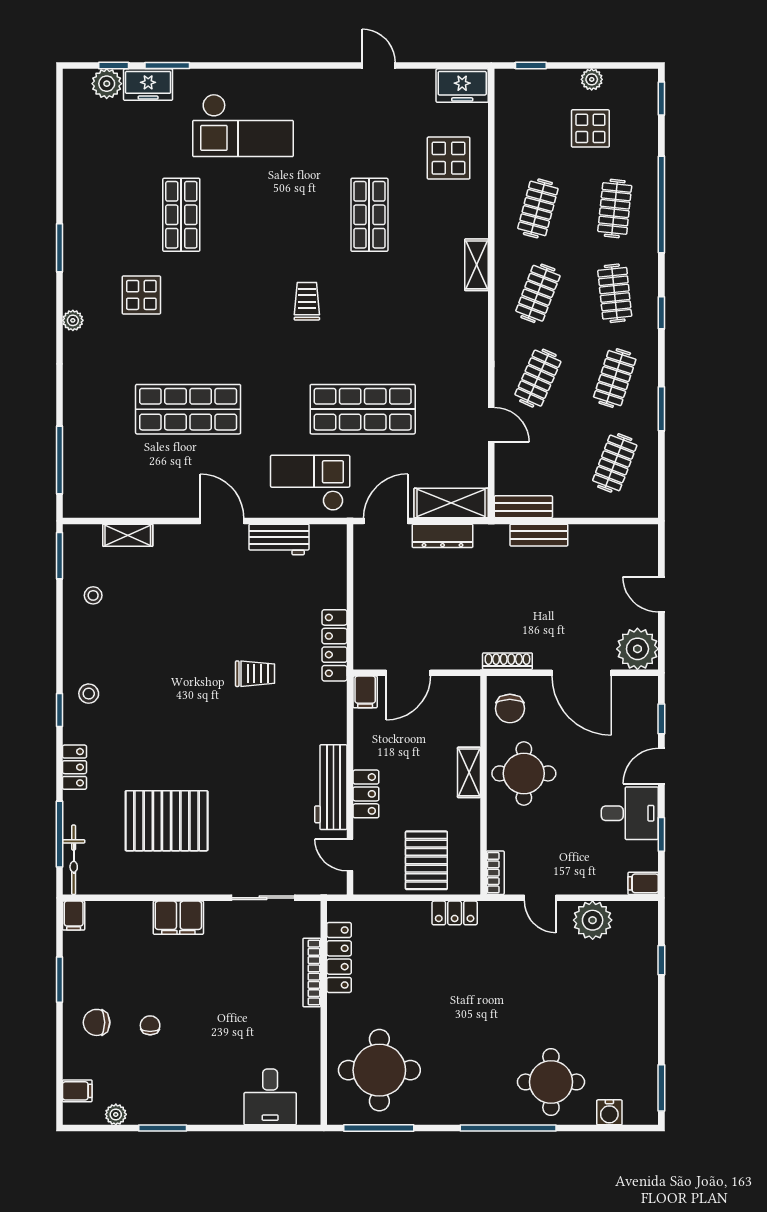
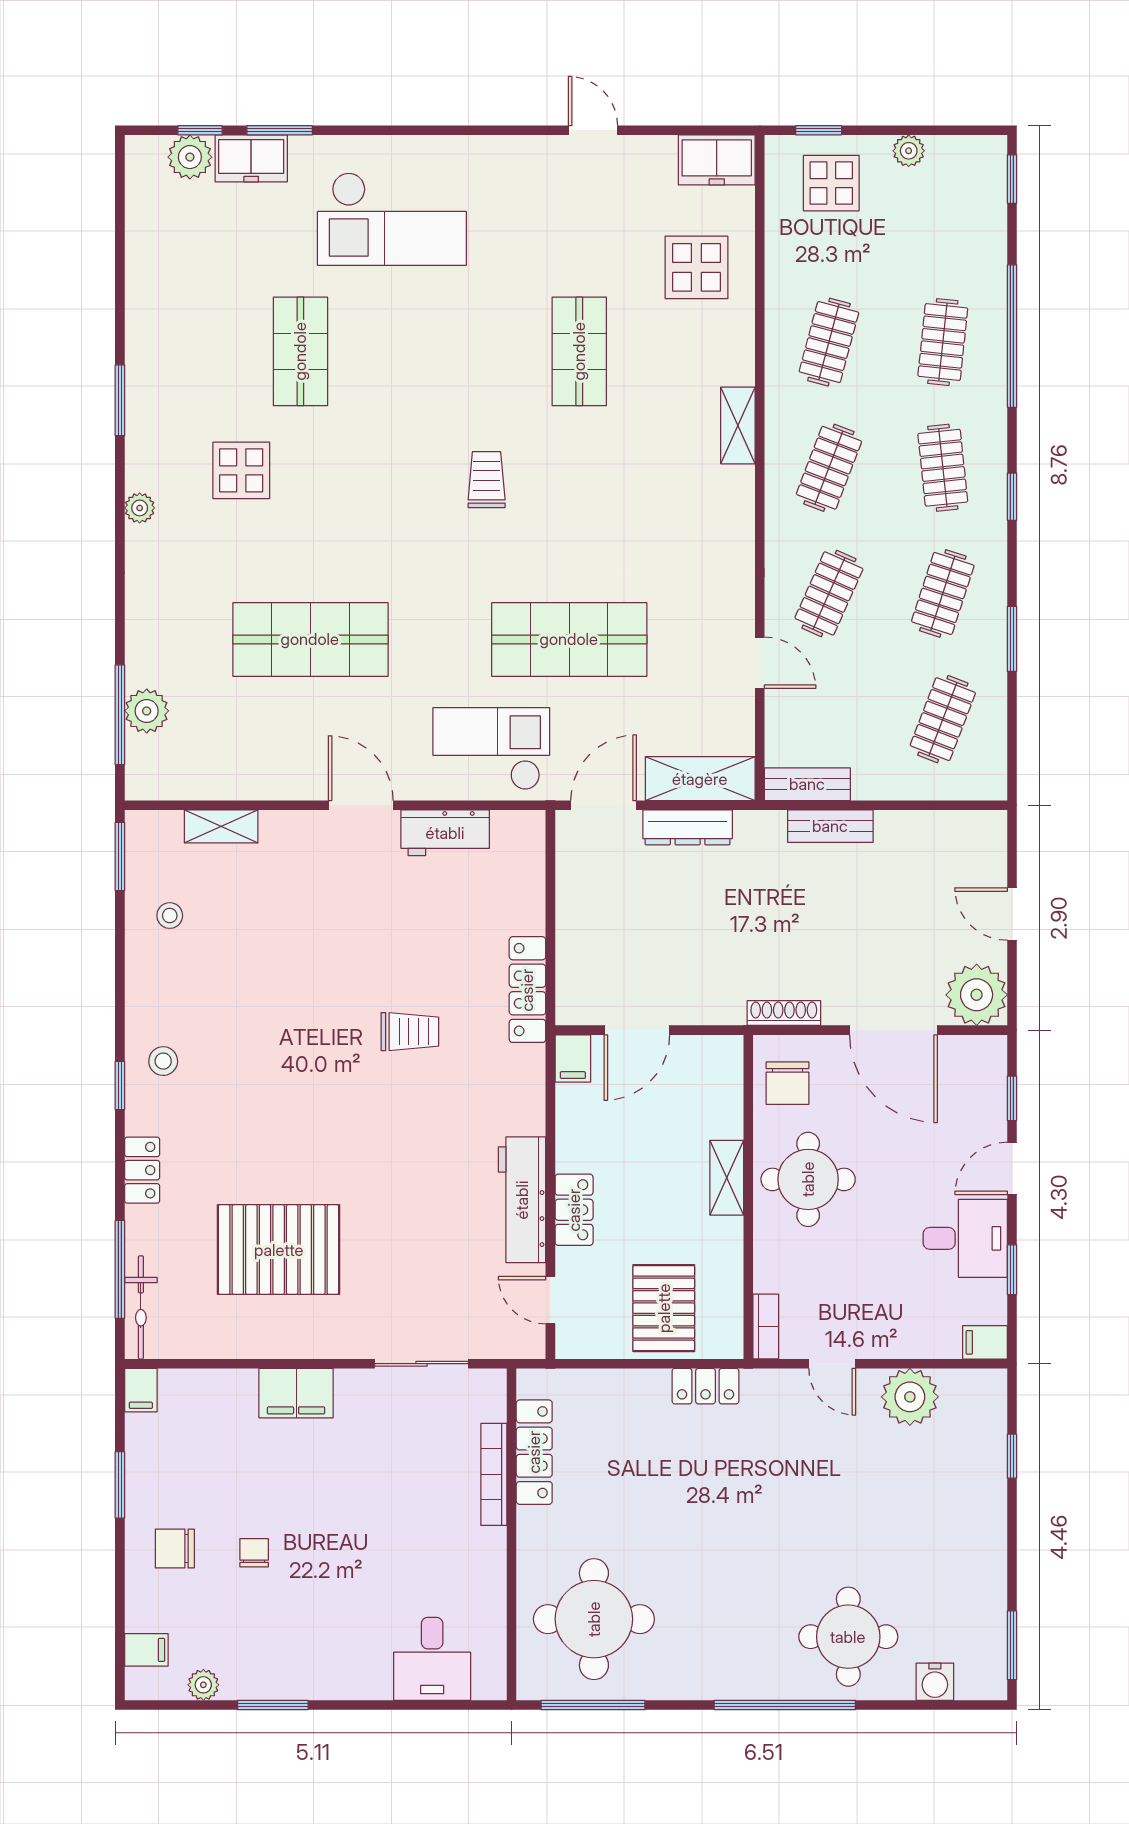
display table: (590, 128) -> (831, 183), moved
plant: (78, 457) -> (147, 711), added

